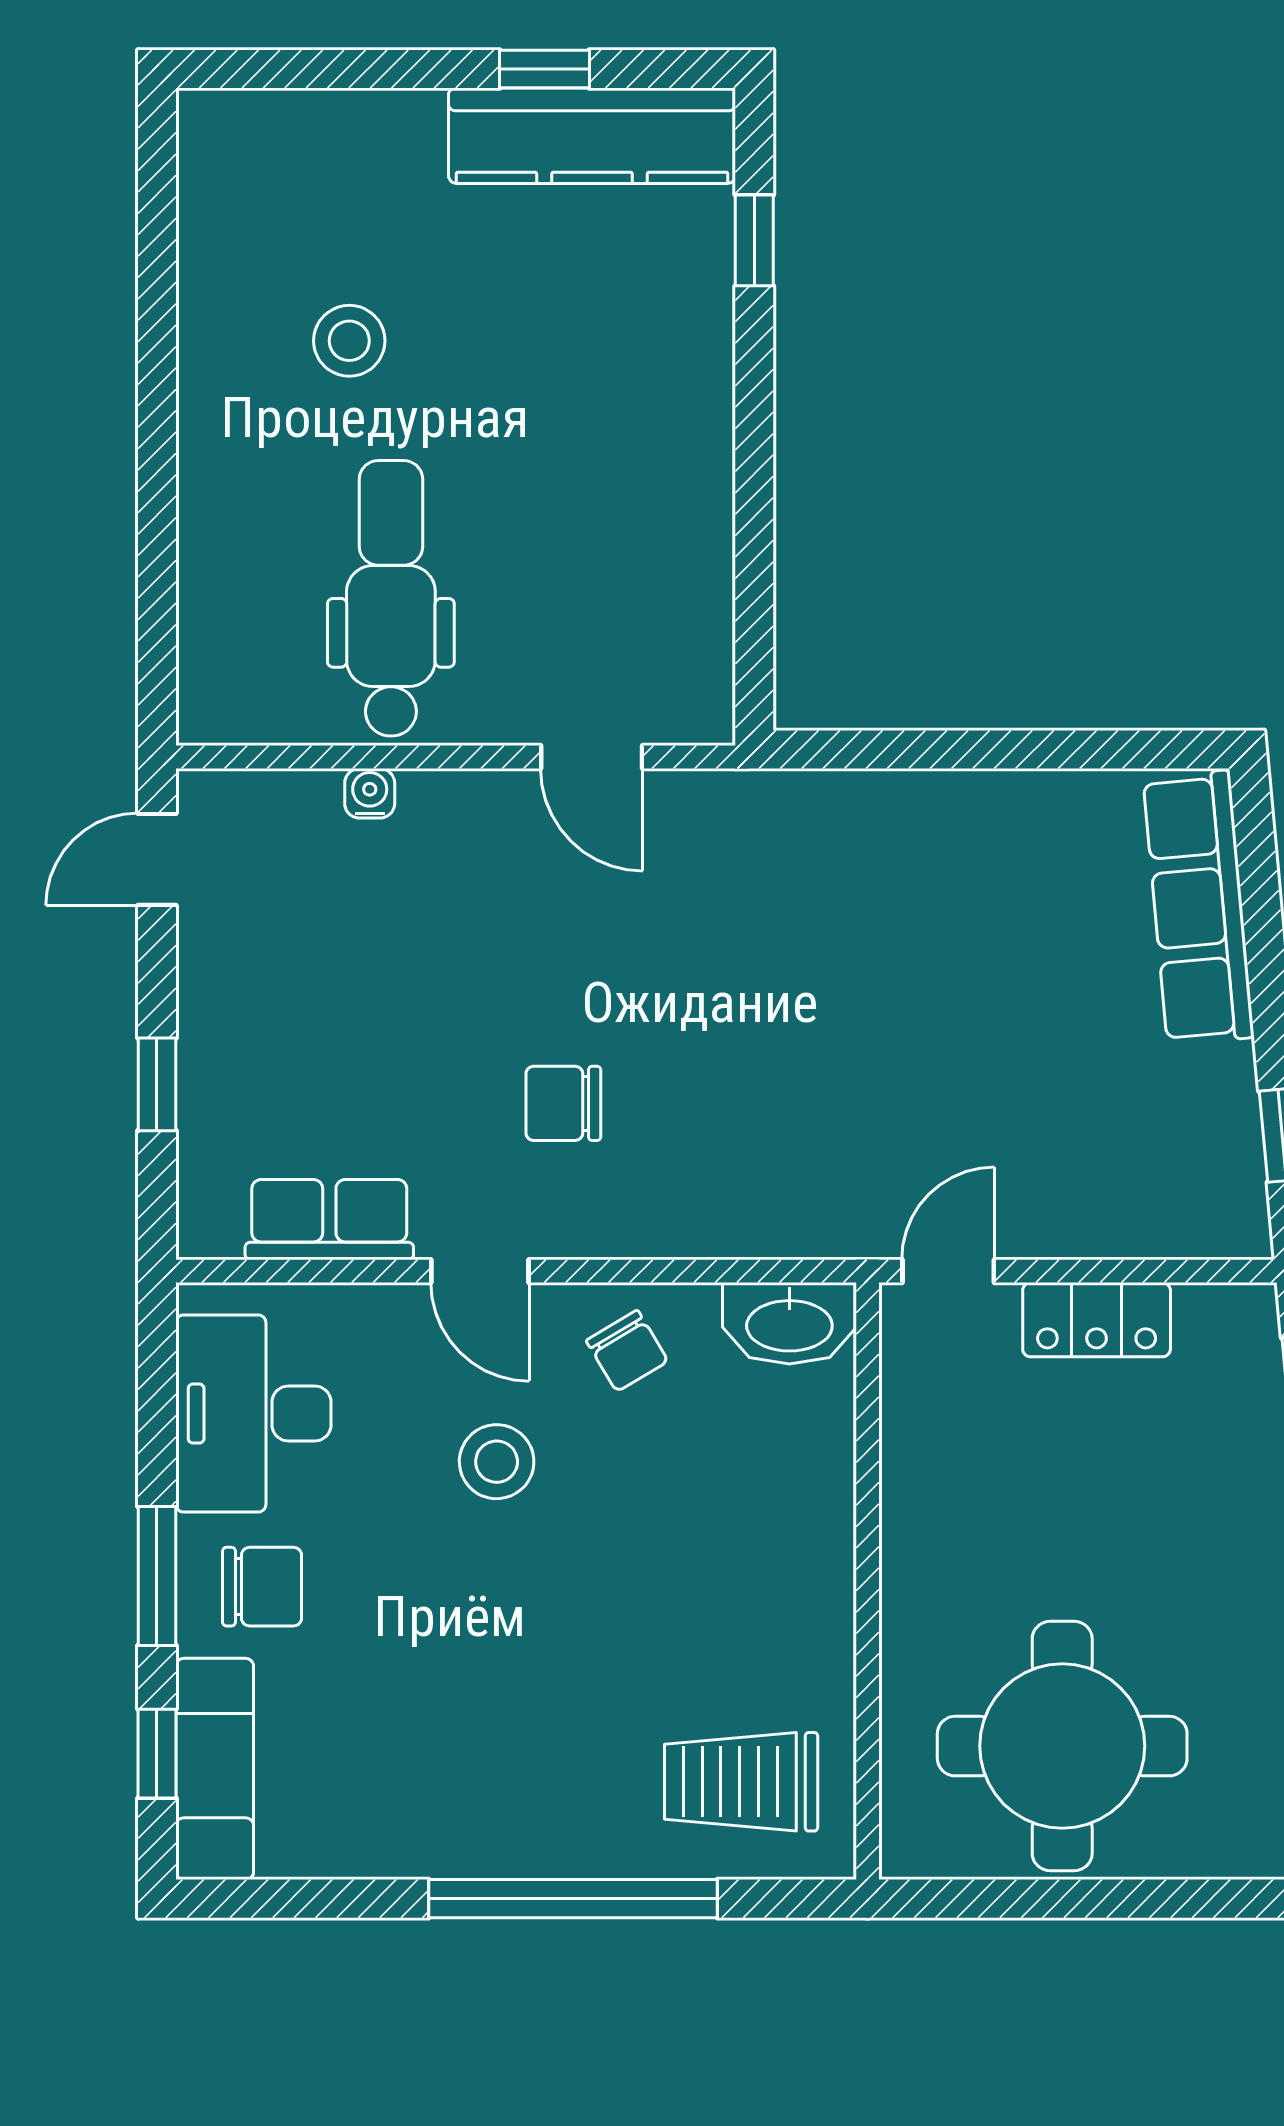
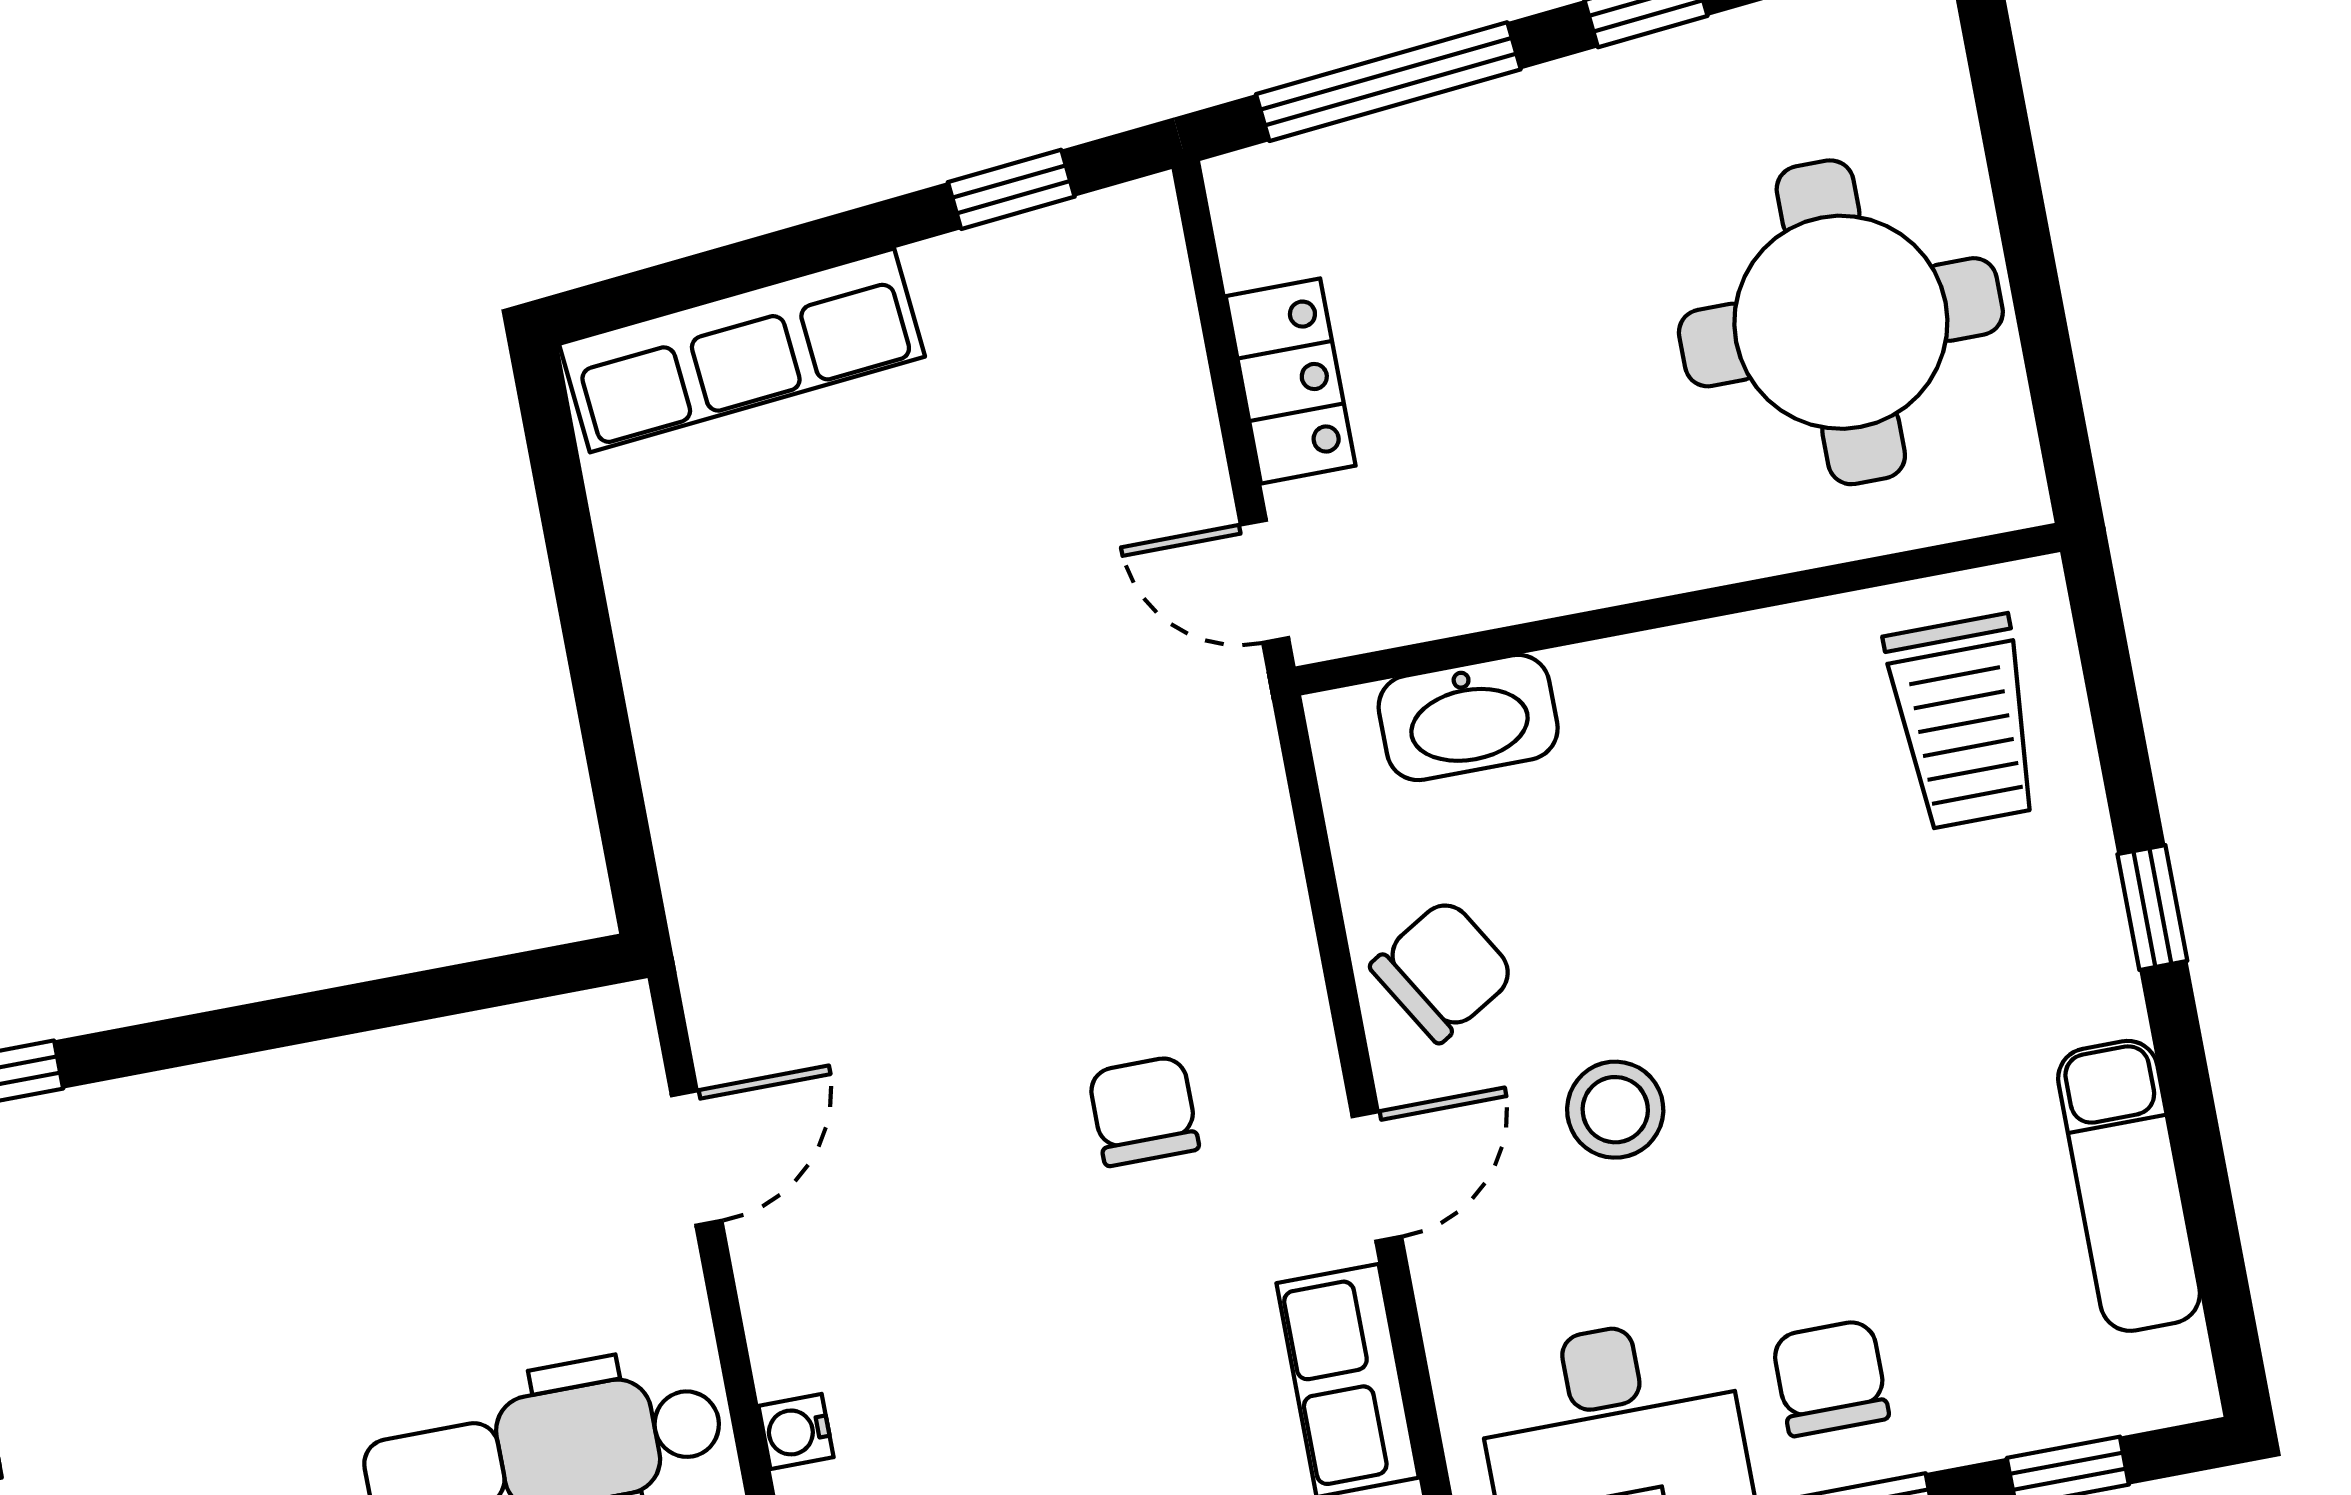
chair: (563, 1103) -> (1144, 1111), turned 180
washbasin: (789, 1323) -> (1468, 718), moved, turned 90
chair: (627, 1351) -> (1443, 970), width x1.37, depth x1.37
exam couch: (215, 1769) -> (2129, 1186), moved, turned -90
window: (573, 1899) -> (2152, 908), width x0.32

